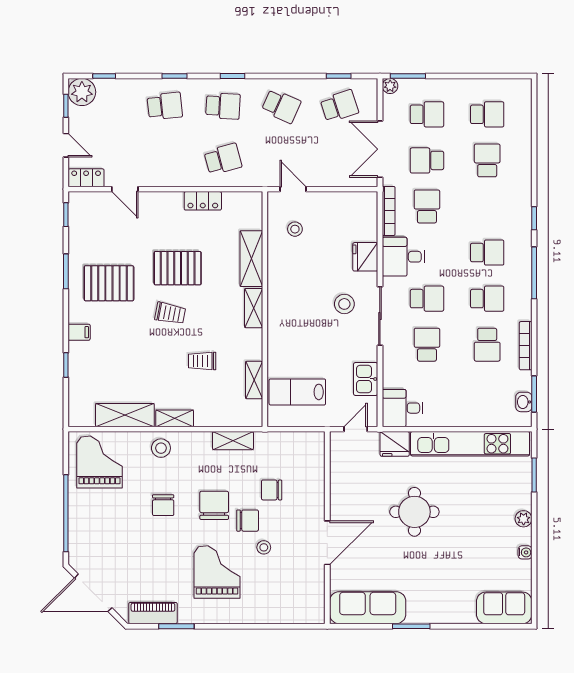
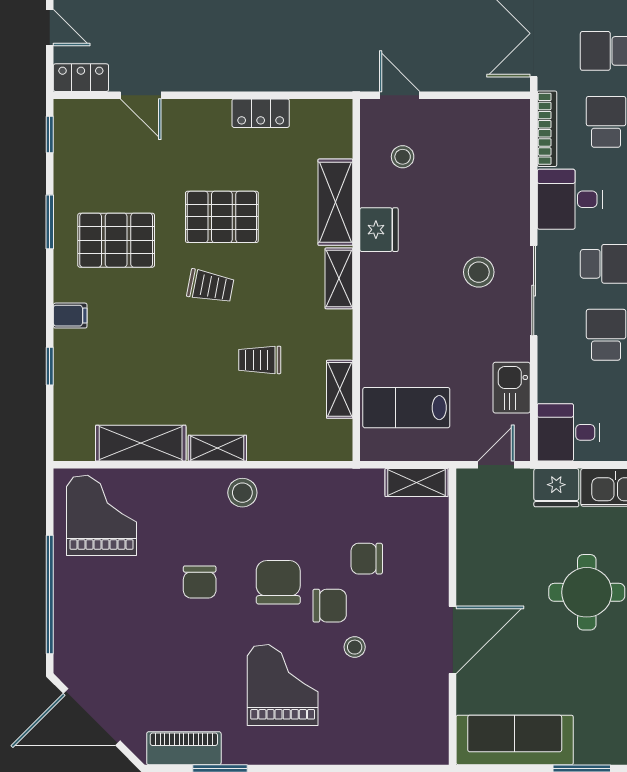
school desk: (223, 159) -> (292, 49), removed
fridge: (365, 257) -> (379, 230), moved, turned 180
shelving: (233, 441) -> (417, 483), moved
stool: (161, 448) -> (242, 493), moved

